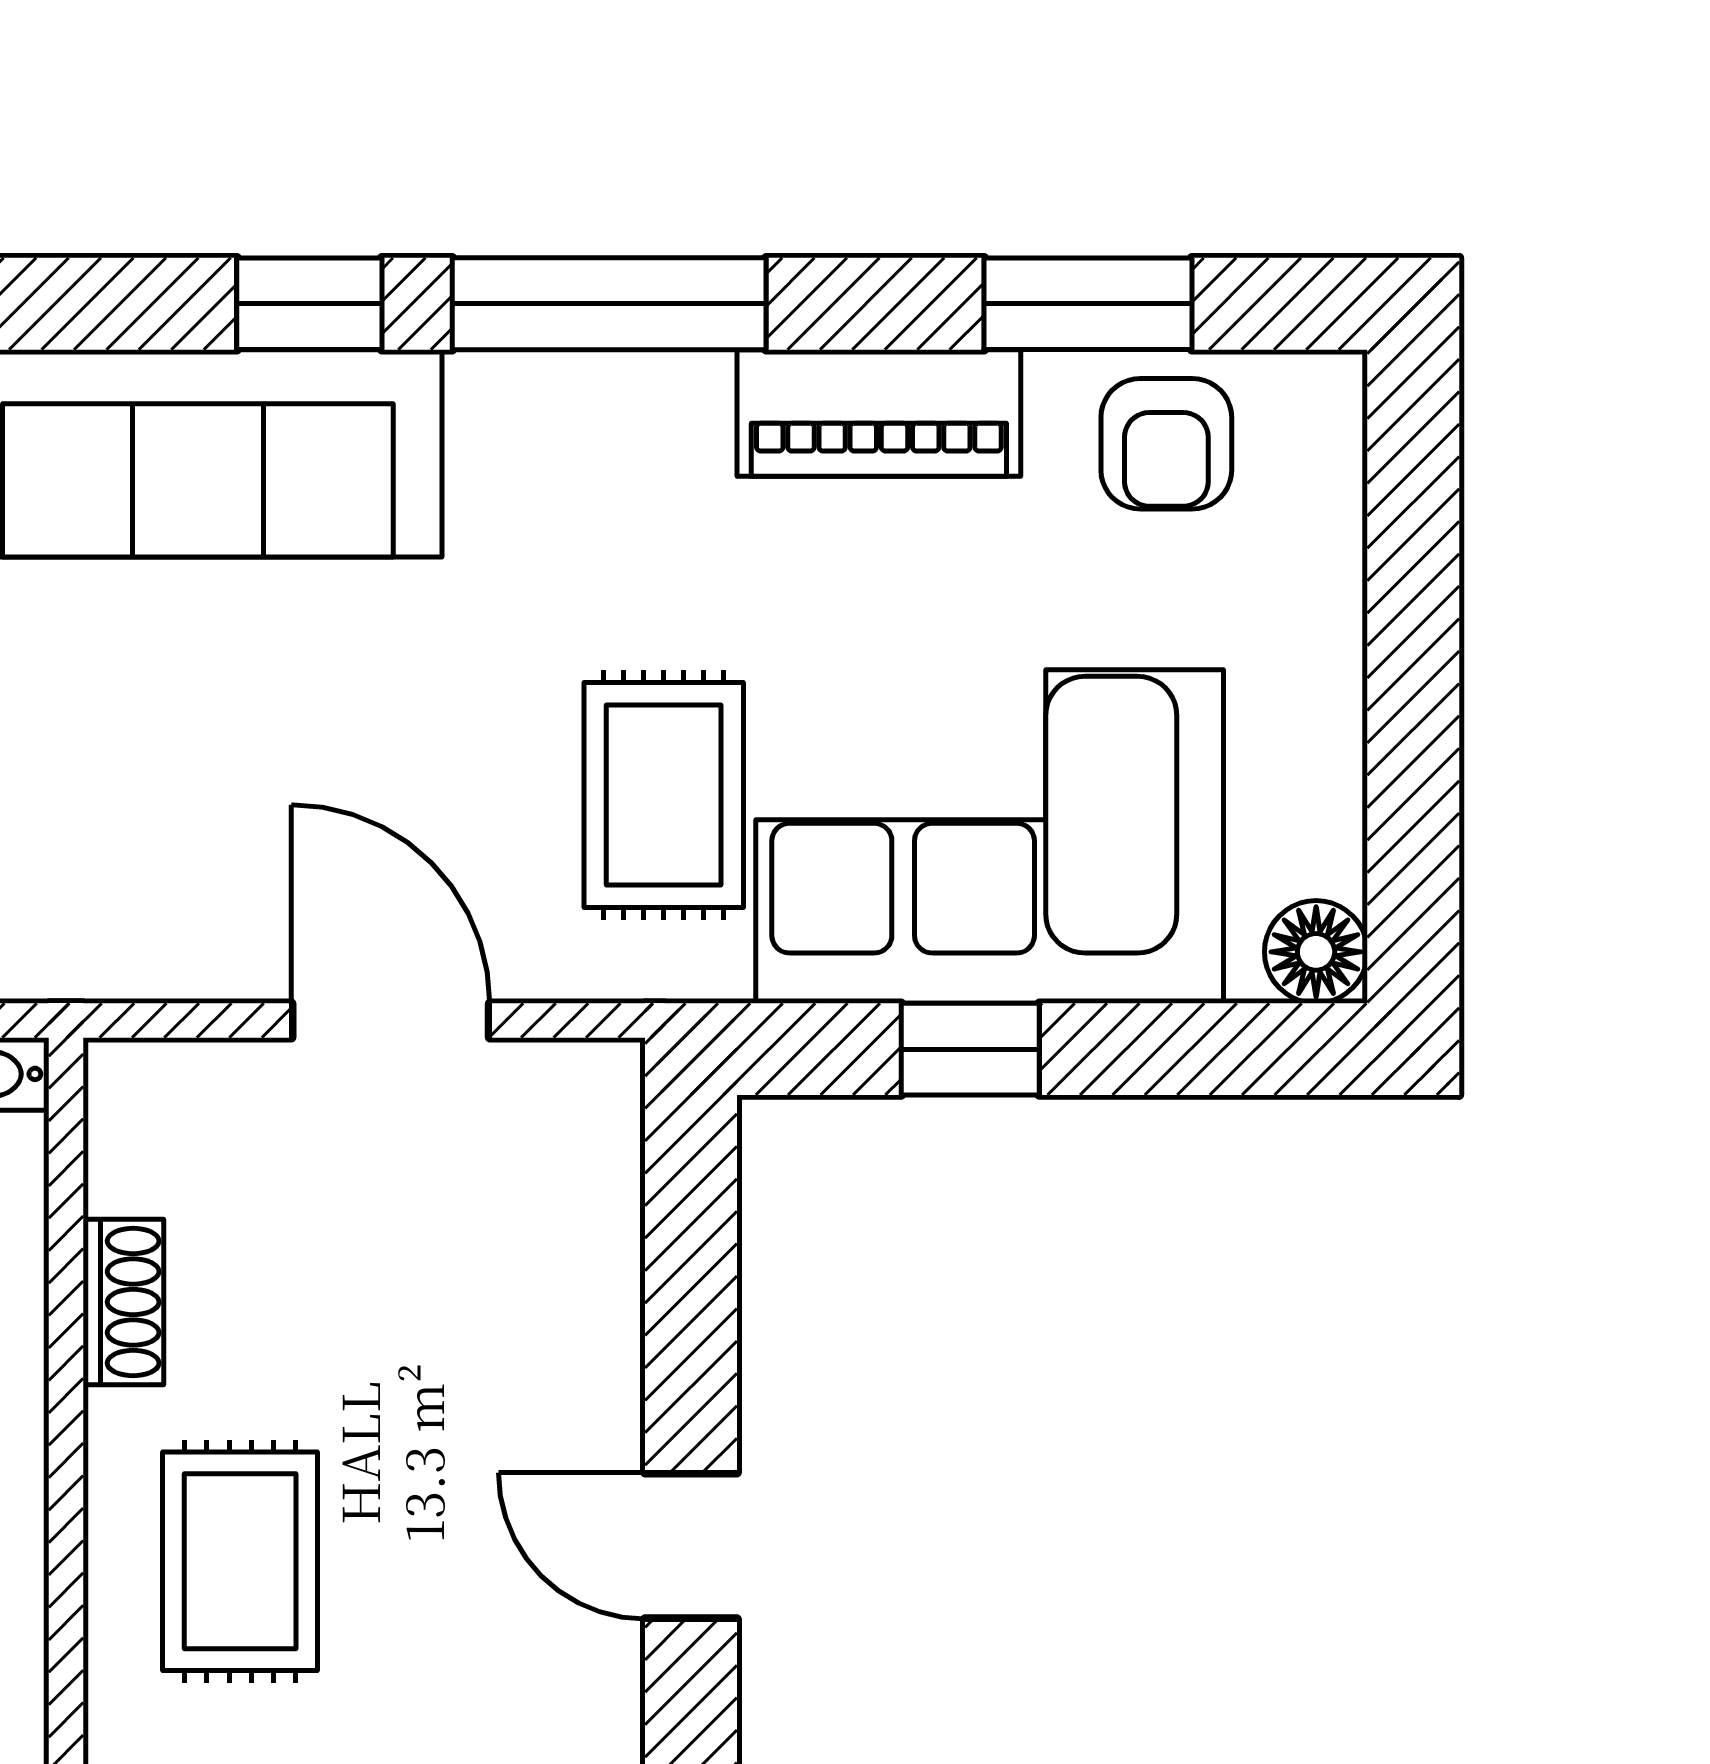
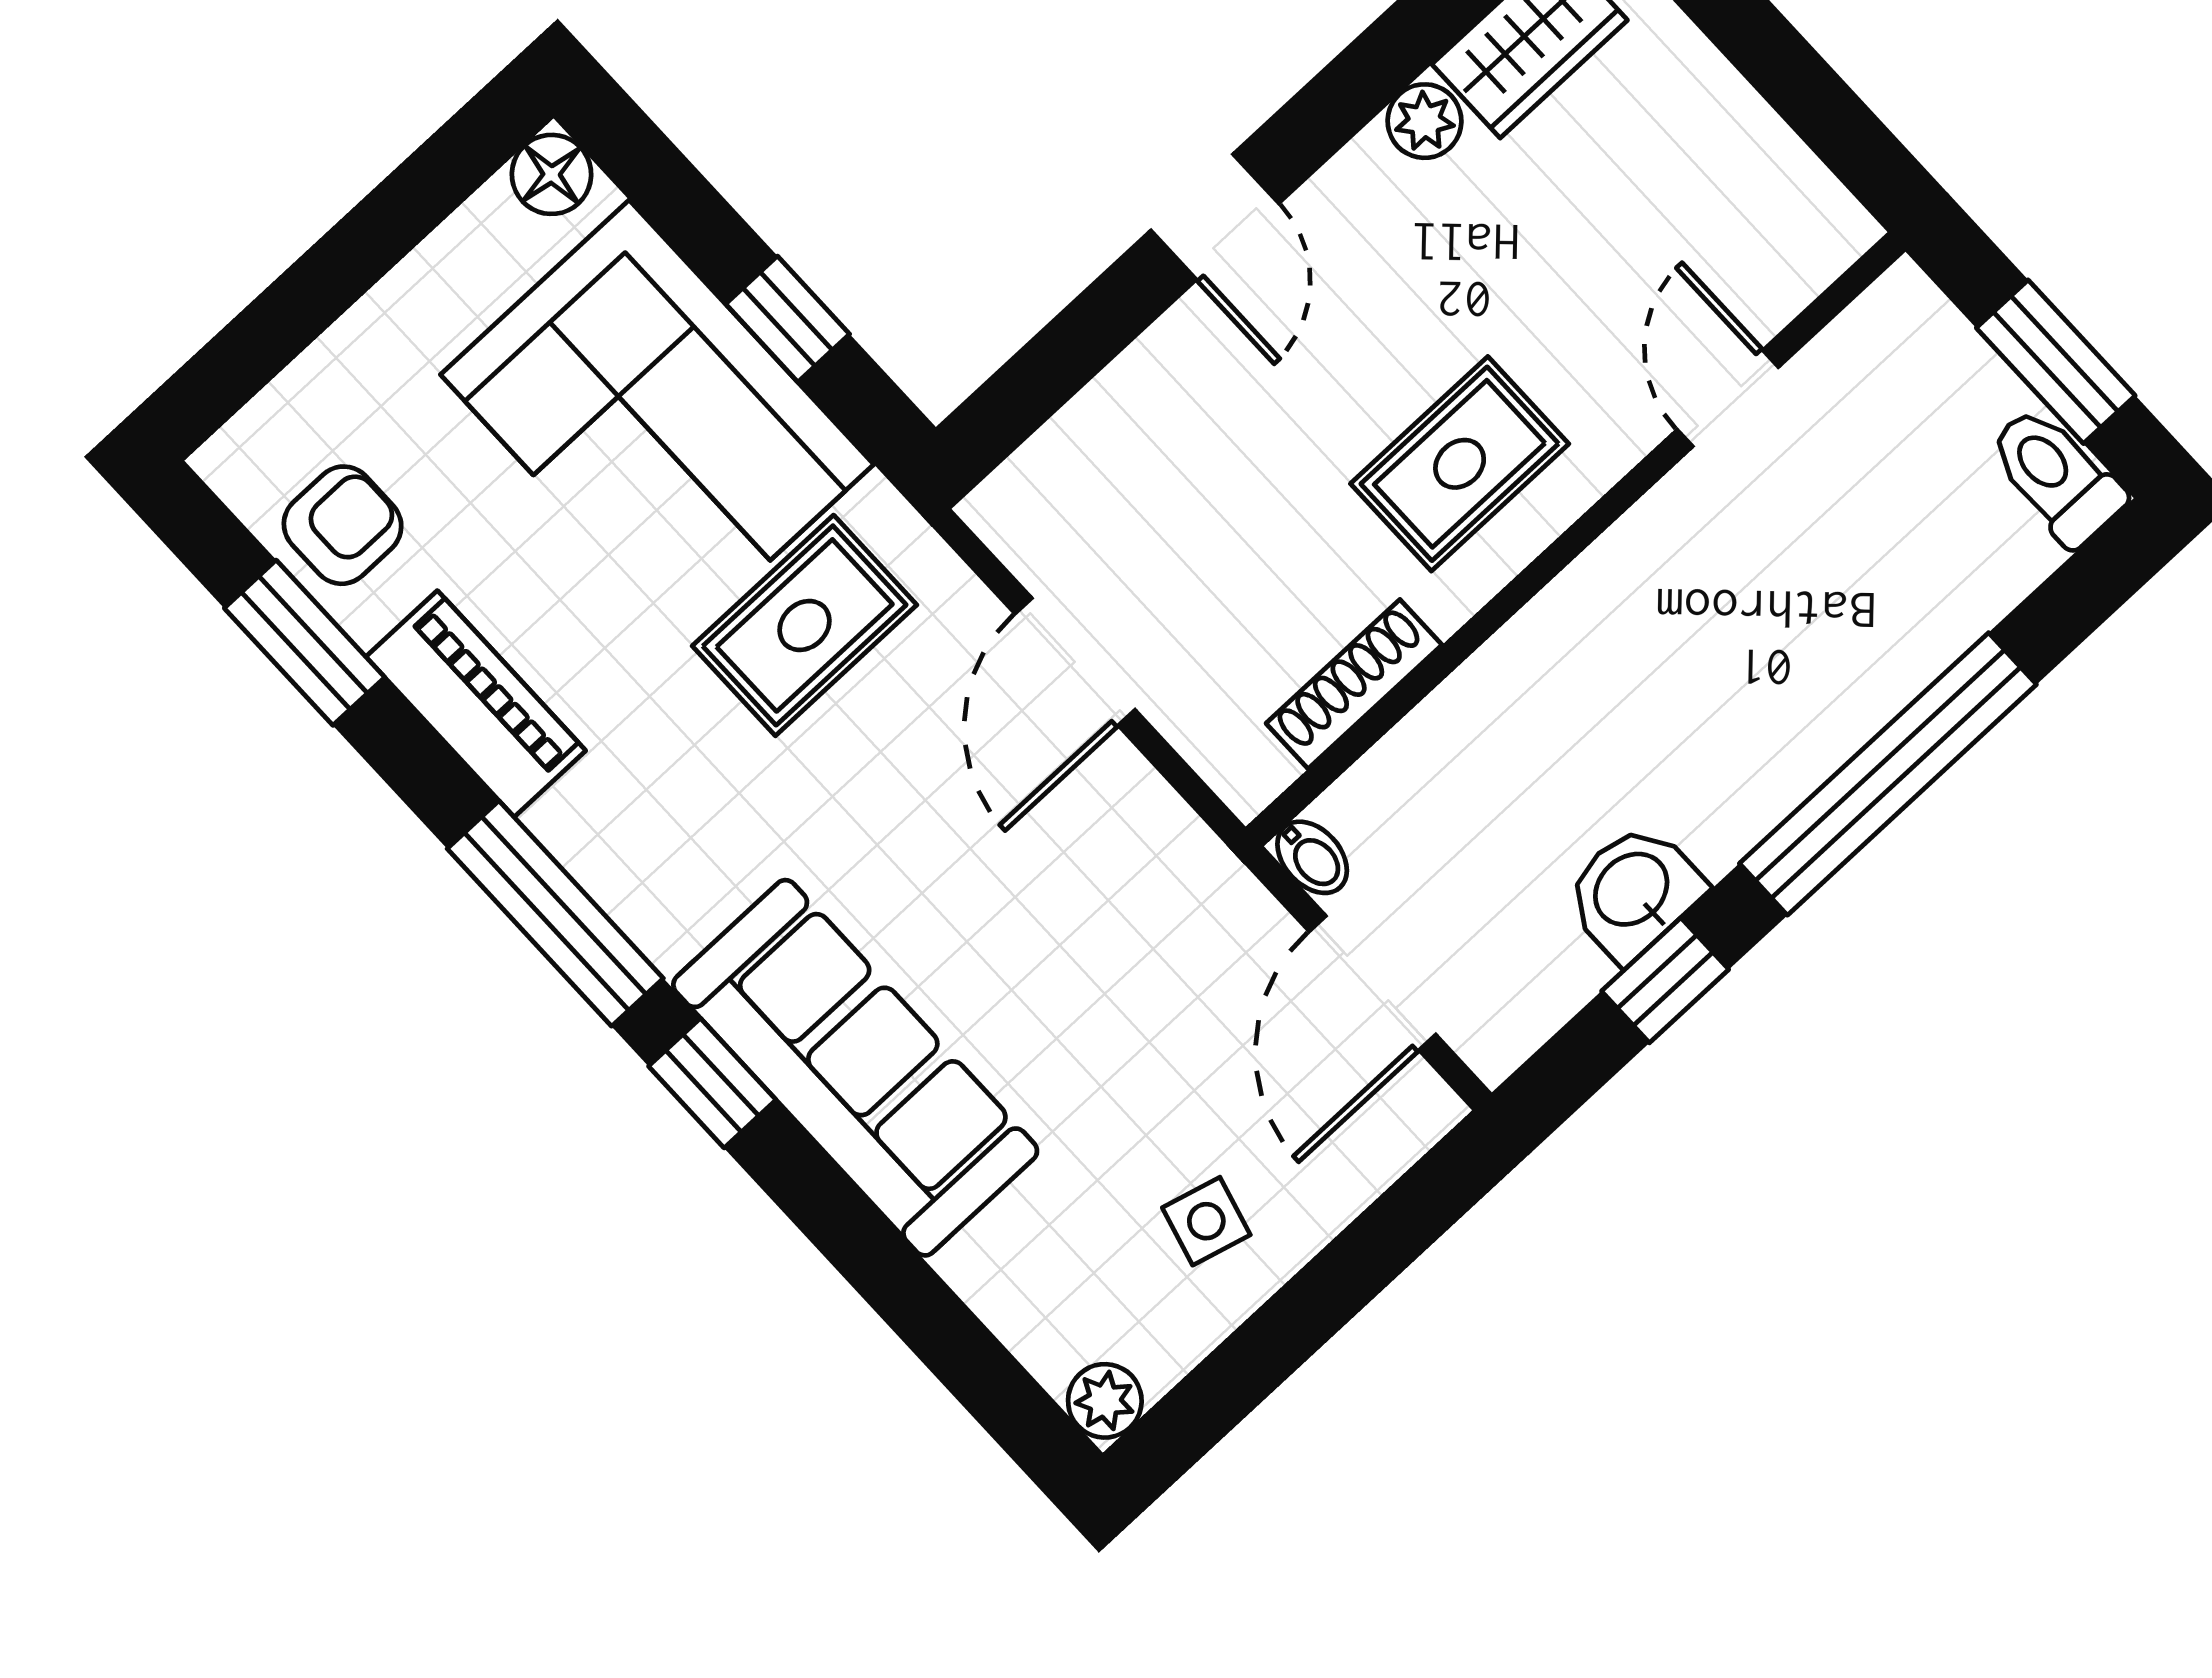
shoe rack: (123, 1302) -> (1354, 684), width x1.43

